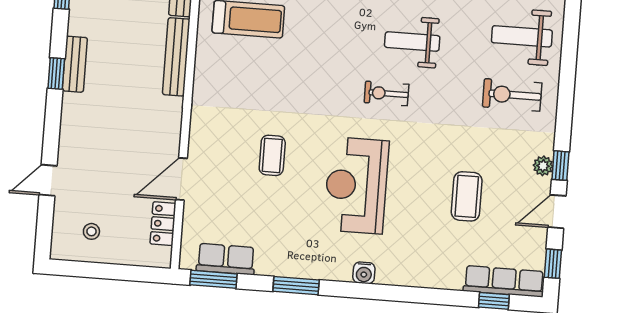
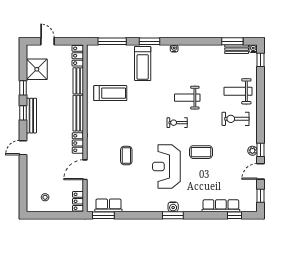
bench: (75, 64) -> (31, 116), width x1.36
window: (56, 74) -> (23, 113), moved
locker: (170, 121) -> (78, 143), added
door: (48, 180) -> (23, 148), moved
coffee table: (467, 196) -> (201, 152), moved, turned 90
locker: (163, 224) -> (78, 201), moved
row of seats: (504, 281) -> (221, 206), moved
window: (296, 286) -> (173, 215), moved

